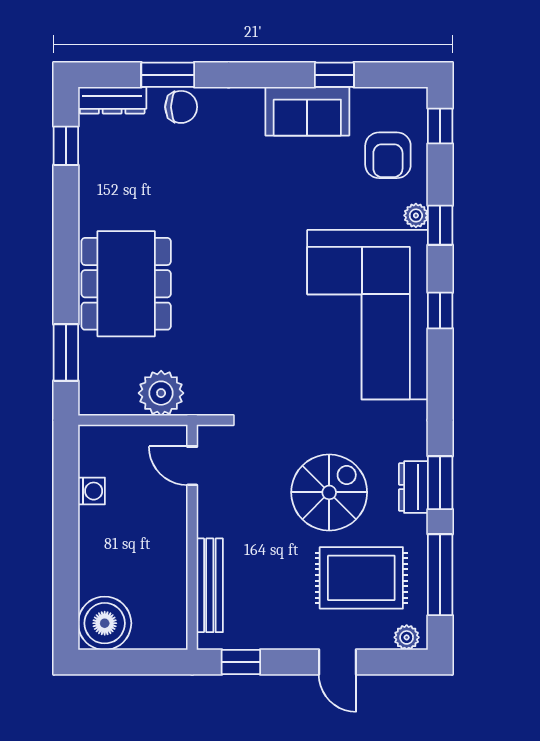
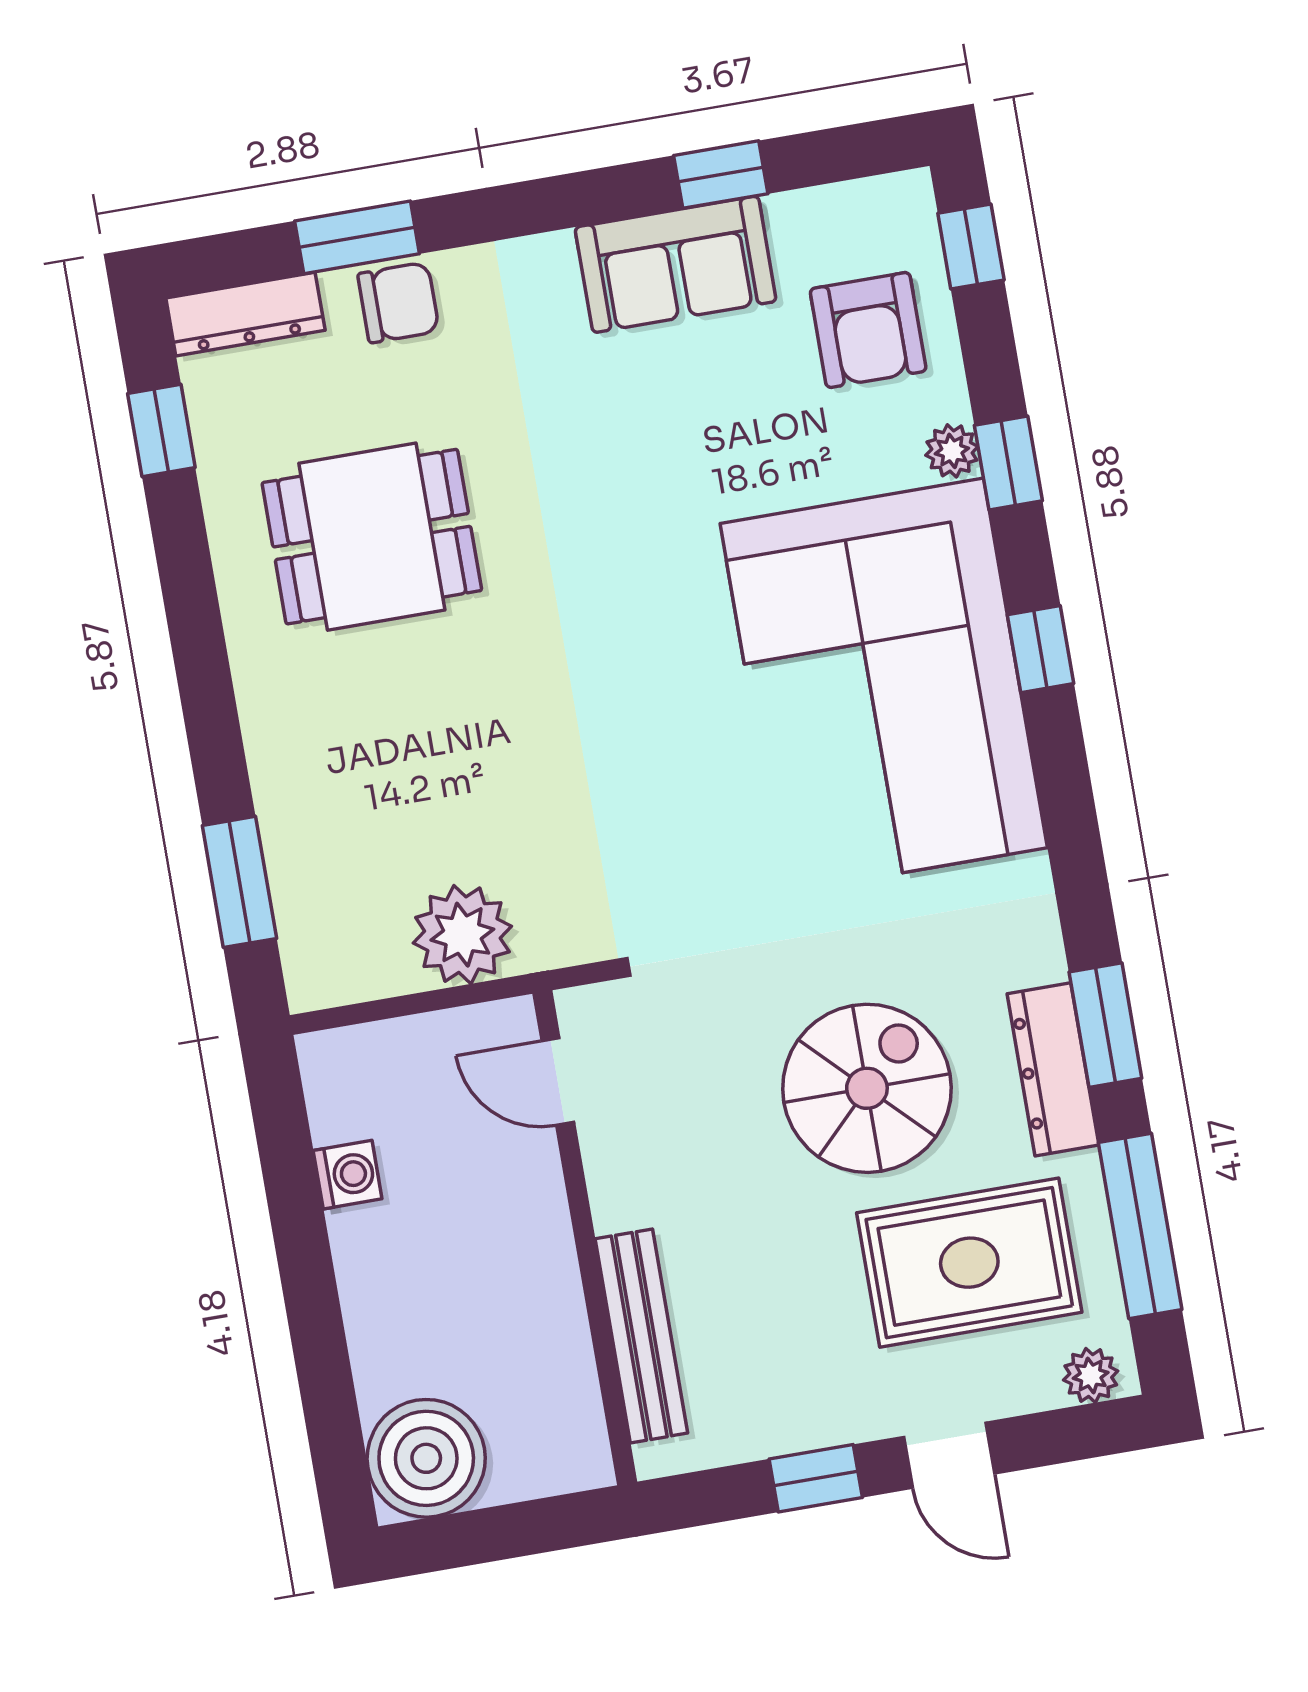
dining table: (126, 284) -> (372, 537), moved, width x0.73
dresser: (413, 487) -> (1053, 1069), width x1.44
window: (241, 662) -> (816, 1478), moved

